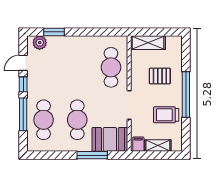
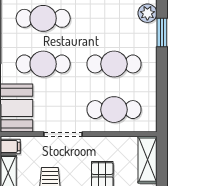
cafe table: (77, 67) -> (114, 64), added

